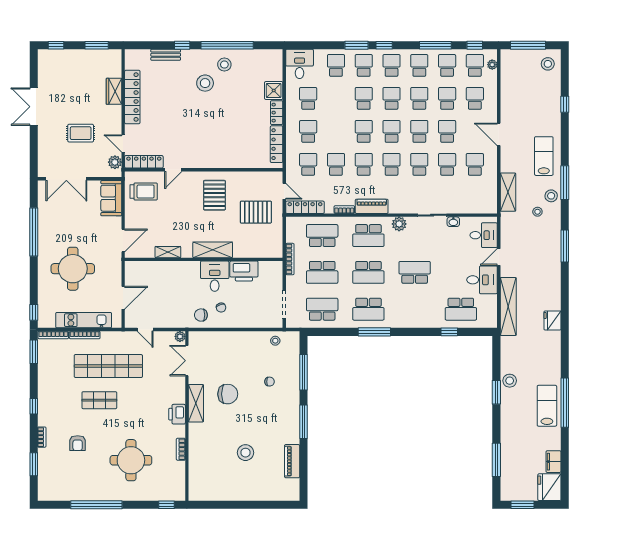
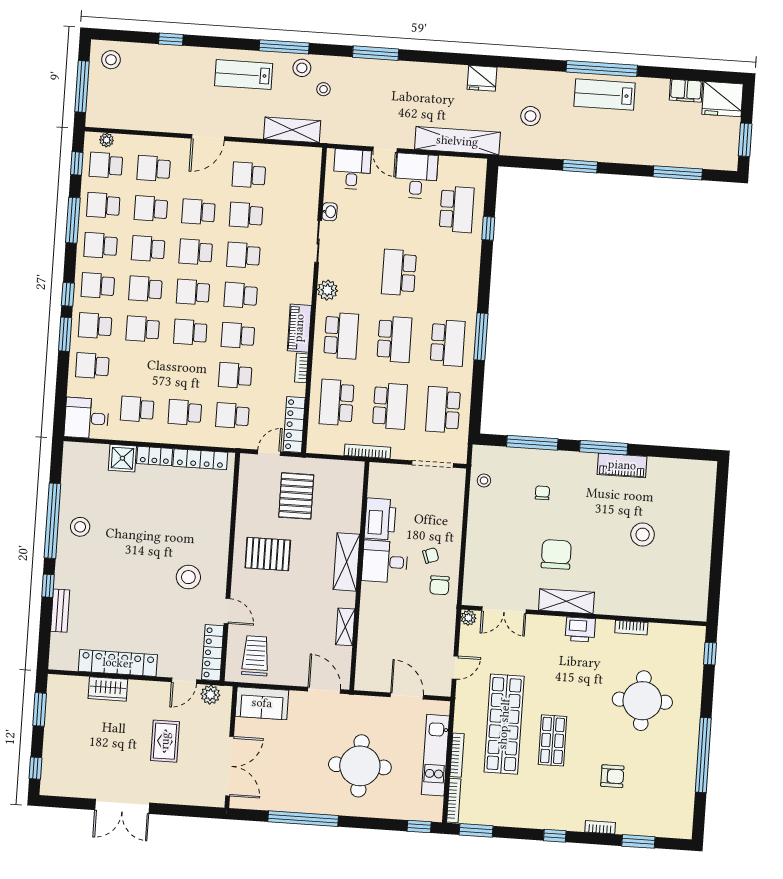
stool: (205, 83) -> (188, 577), moved
stool: (510, 381) -> (530, 116), moved
piano: (292, 461) -> (622, 465), moved

